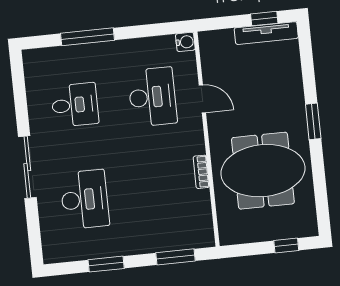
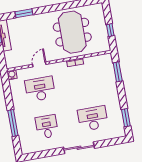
window: (313, 121) -> (24, 13), moved
window: (286, 245) -> (110, 30), moved
window: (106, 264) -> (126, 118), moved

